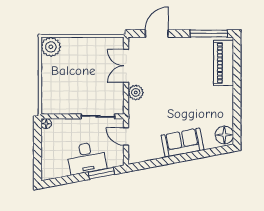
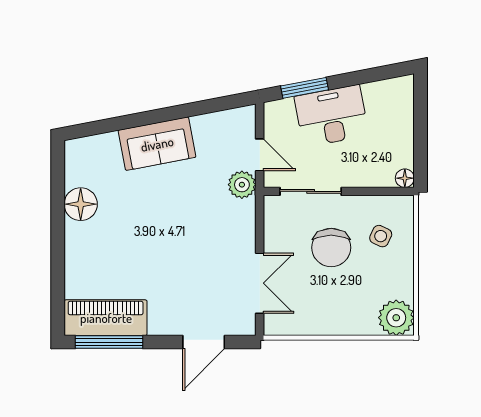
piano: (224, 63) -> (106, 318), moved, turned -90
chair: (87, 85) -> (331, 248), added
side table: (59, 92) -> (381, 236), added
plant: (136, 92) -> (242, 185), moved
floor lamp: (224, 135) -> (81, 204), moved

